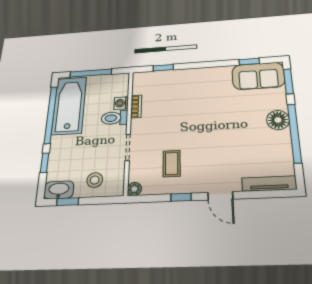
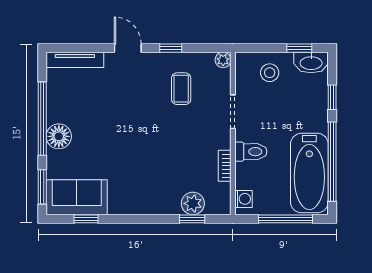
plant: (163, 78) -> (193, 203), added
washing machine: (121, 103) -> (243, 199), moved

